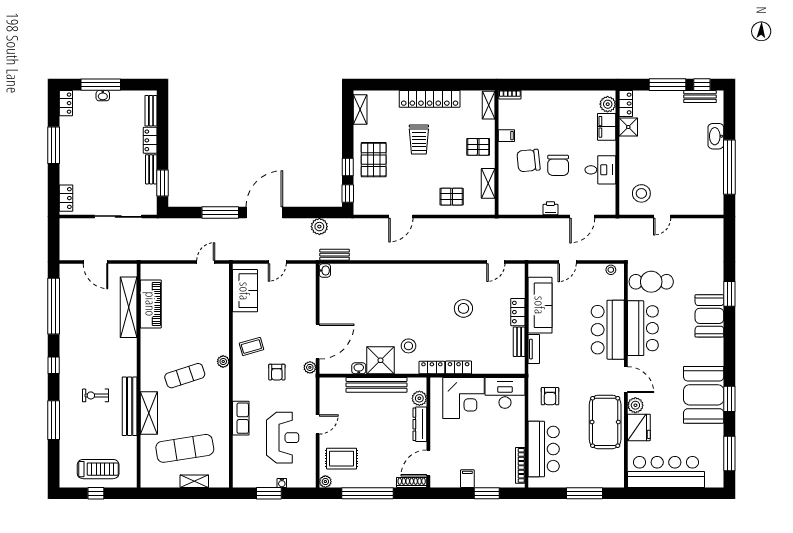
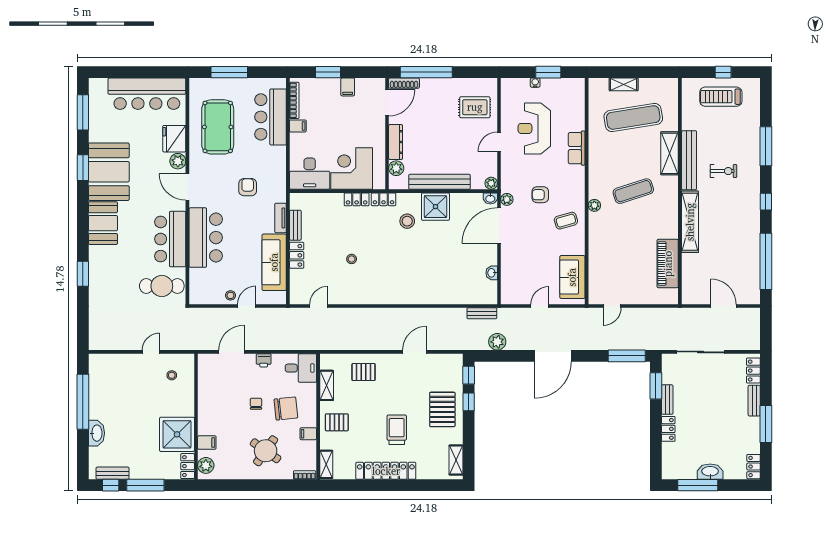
window: (101, 85) -> (698, 485), moved
washbasin: (103, 96) -> (710, 472), width x1.91, depth x1.45
bench: (151, 111) -> (754, 401), moved
round table: (549, 119) -> (266, 451), added
filing cabinet: (607, 127) -> (207, 443), width x0.50
shower: (628, 127) -> (177, 434), width x1.86, depth x1.86
chair: (558, 165) -> (256, 404), width x0.54, depth x0.54
desk: (600, 170) -> (301, 368), moved, turned 180
stool: (641, 193) -> (172, 375), width x0.53, depth x0.53
window: (220, 213) -> (627, 356), moved
stool: (611, 270) -> (230, 295), moved
washbasin: (325, 271) -> (492, 273), moved
shelving: (129, 307) -> (690, 222), moved
stool: (463, 308) -> (352, 259), width x0.53, depth x0.53
booth: (709, 316) -> (103, 223), moved
washbasin: (359, 368) -> (490, 198), moved
armchair: (277, 372) -> (540, 195), turned -90
armchair: (550, 396) -> (248, 187), moved
pool table: (605, 422) -> (218, 127), moved
filing cabinet: (517, 440) -> (298, 126), added
plant: (325, 482) -> (491, 183), moved
window: (367, 493) -> (426, 72), moved

